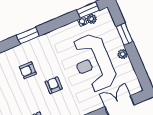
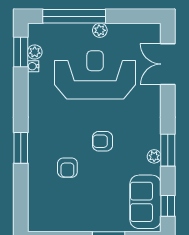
window: (125, 34) -> (74, 16), width x2.11
reception desk: (93, 63) -> (95, 75), turned 180

